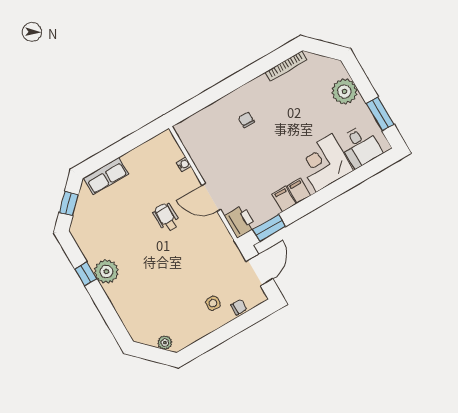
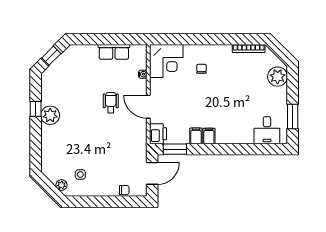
plant: (344, 91) -> (278, 77), moved
corner desk: (324, 163) -> (166, 61), moved, turned 180
row of seats: (106, 176) -> (114, 52), moved
side table: (213, 303) -> (80, 174), moved

